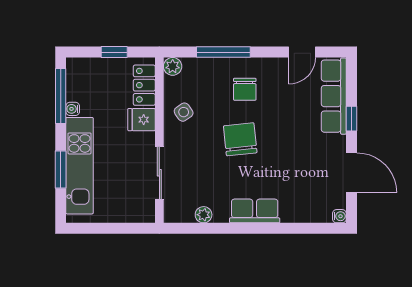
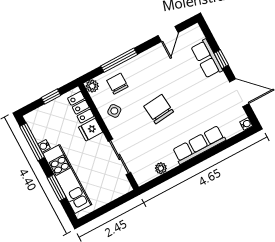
chair: (245, 89) -> (117, 84), moved, turned 180
row of seats: (334, 96) -> (207, 59), width x0.68
row of seats: (255, 211) -> (199, 145), width x1.48

